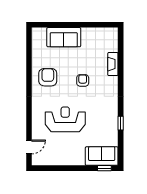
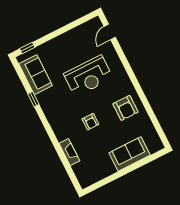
sofa: (102, 156) -> (36, 75), moved, turned -90

